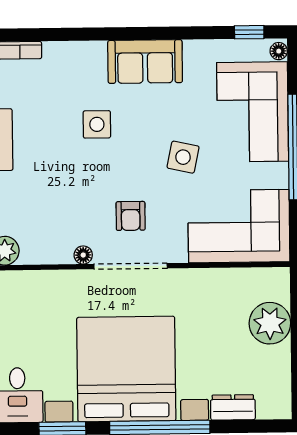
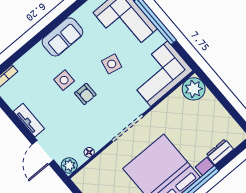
armchair: (131, 216) -> (85, 94), moved
floor lamp: (83, 255) -> (89, 152), moved
plant: (270, 323) -> (194, 89), moved

